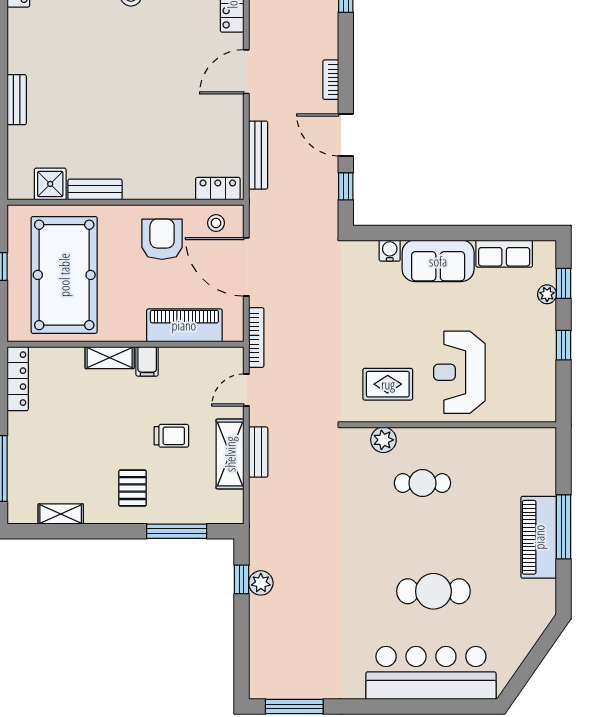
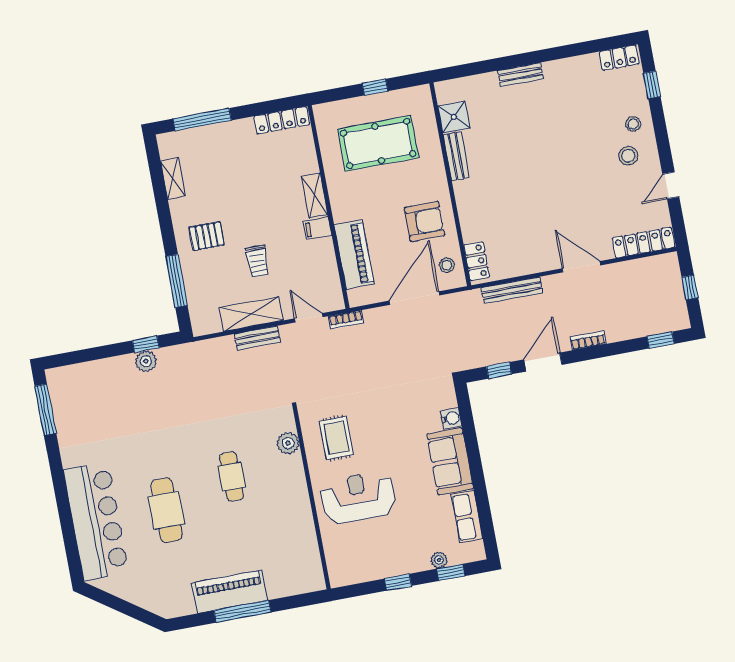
pool table: (64, 275) -> (378, 143), width x0.73, depth x0.76
bookcase: (256, 338) -> (346, 320), width x0.64
cafe table: (422, 483) -> (232, 477), moved

